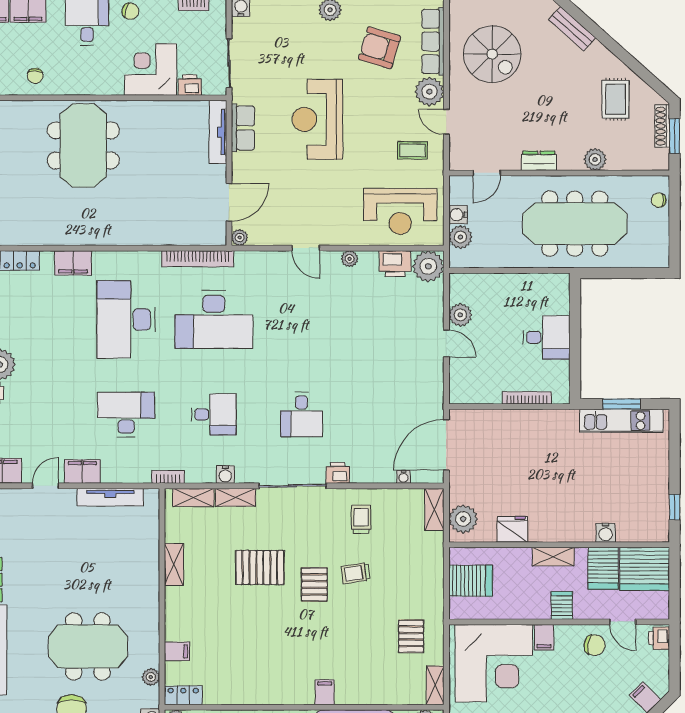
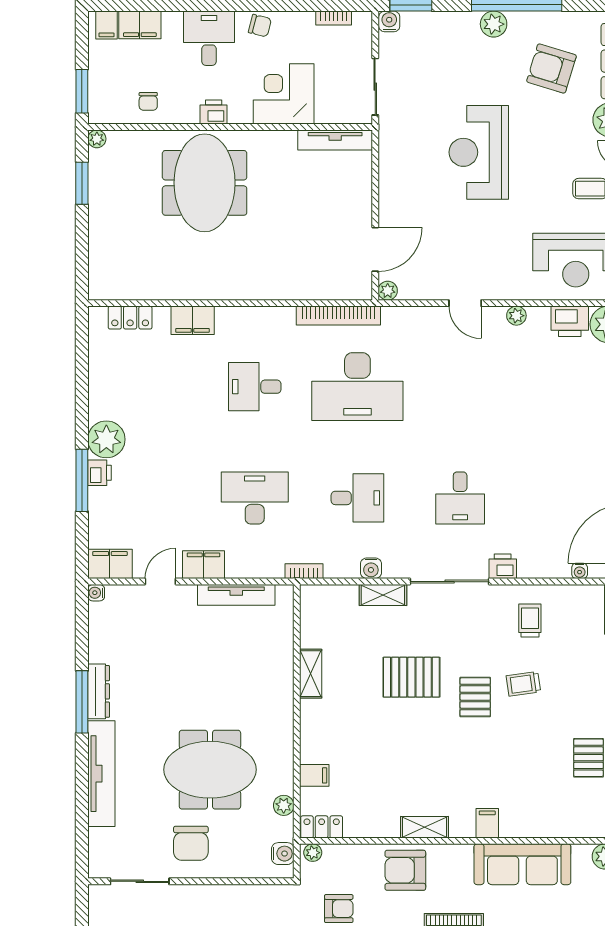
printer: (190, 85) -> (214, 112), moved
row of seats: (243, 128) -> (392, 162), removed
tv unit: (218, 132) -> (335, 140), moved, turned -90
desk: (126, 319) -> (255, 387), width x0.53, depth x0.77
shelving: (193, 497) -> (425, 827), moved

